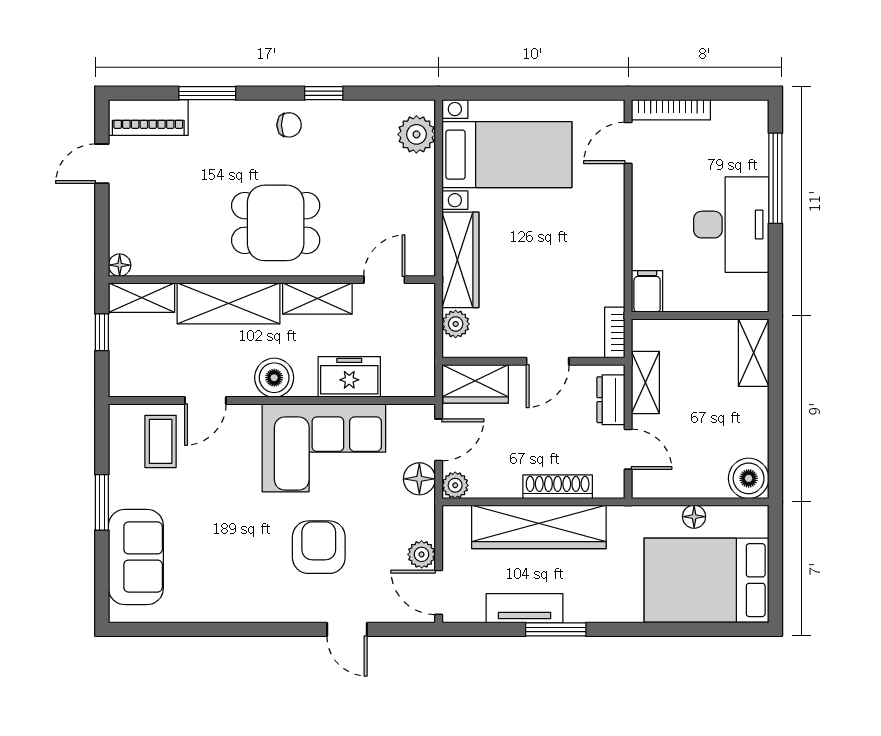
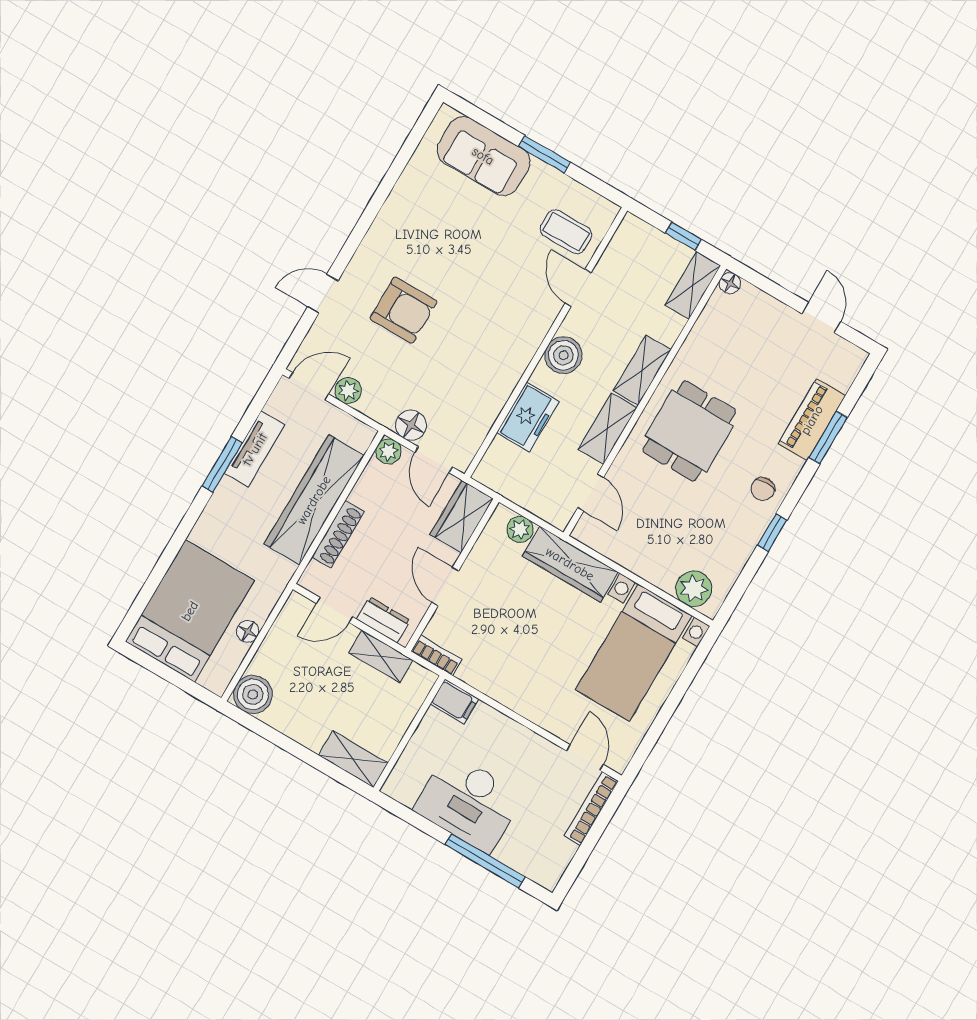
piano: (148, 118) -> (812, 420), moved
shelving: (229, 303) -> (642, 370), width x0.67, depth x0.75
corner sofa: (324, 448) -> (482, 362), removed

